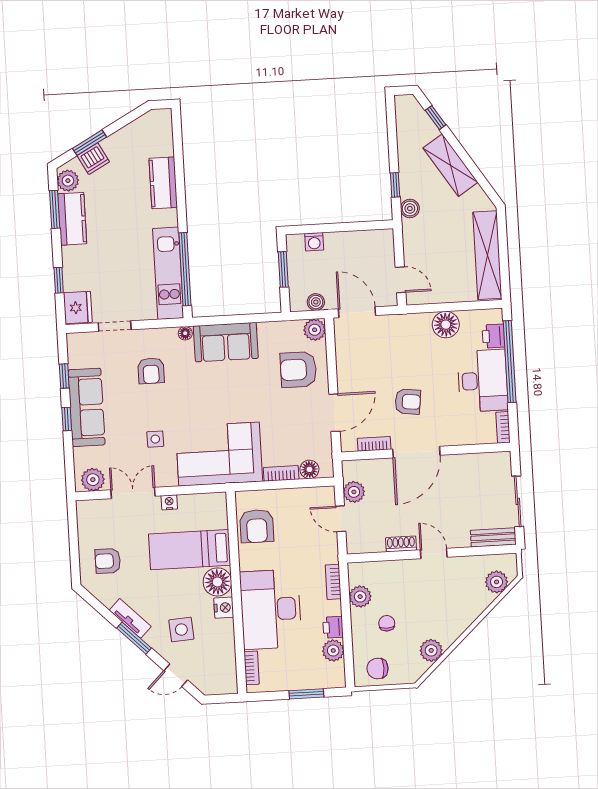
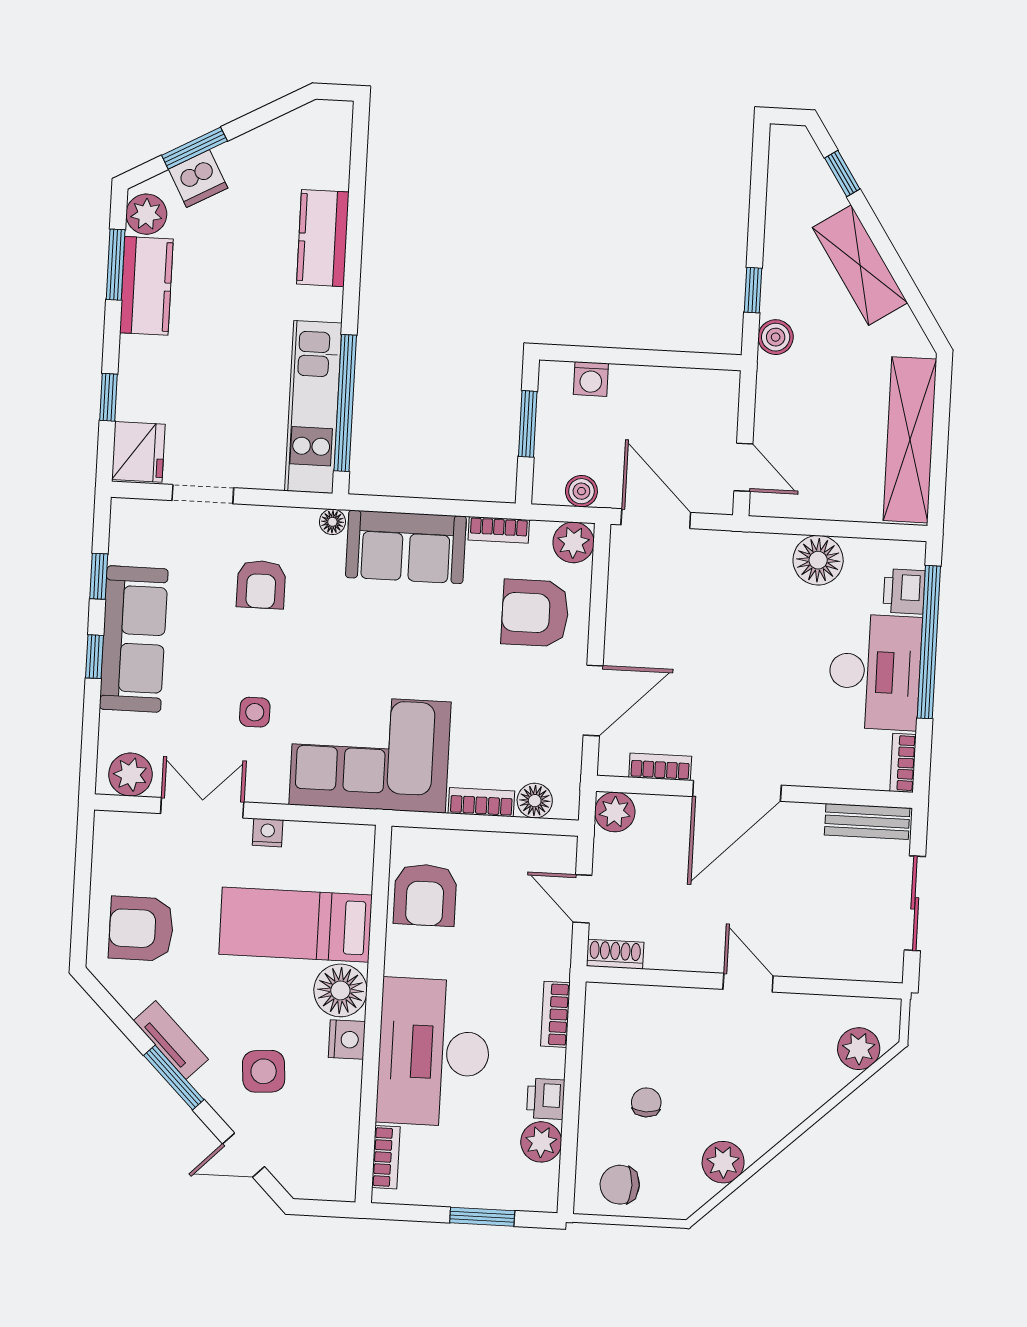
bookcase: (274, 328) -> (499, 530), added
armchair: (408, 402) -> (732, 695), removed
plant: (354, 492) -> (615, 812), moved
bench: (493, 537) -> (867, 822), moved
shoe rack: (401, 544) -> (615, 954), moved
armchair: (108, 561) -> (141, 929), width x1.38, depth x1.38
plant: (360, 597) -> (602, 1047), removed

